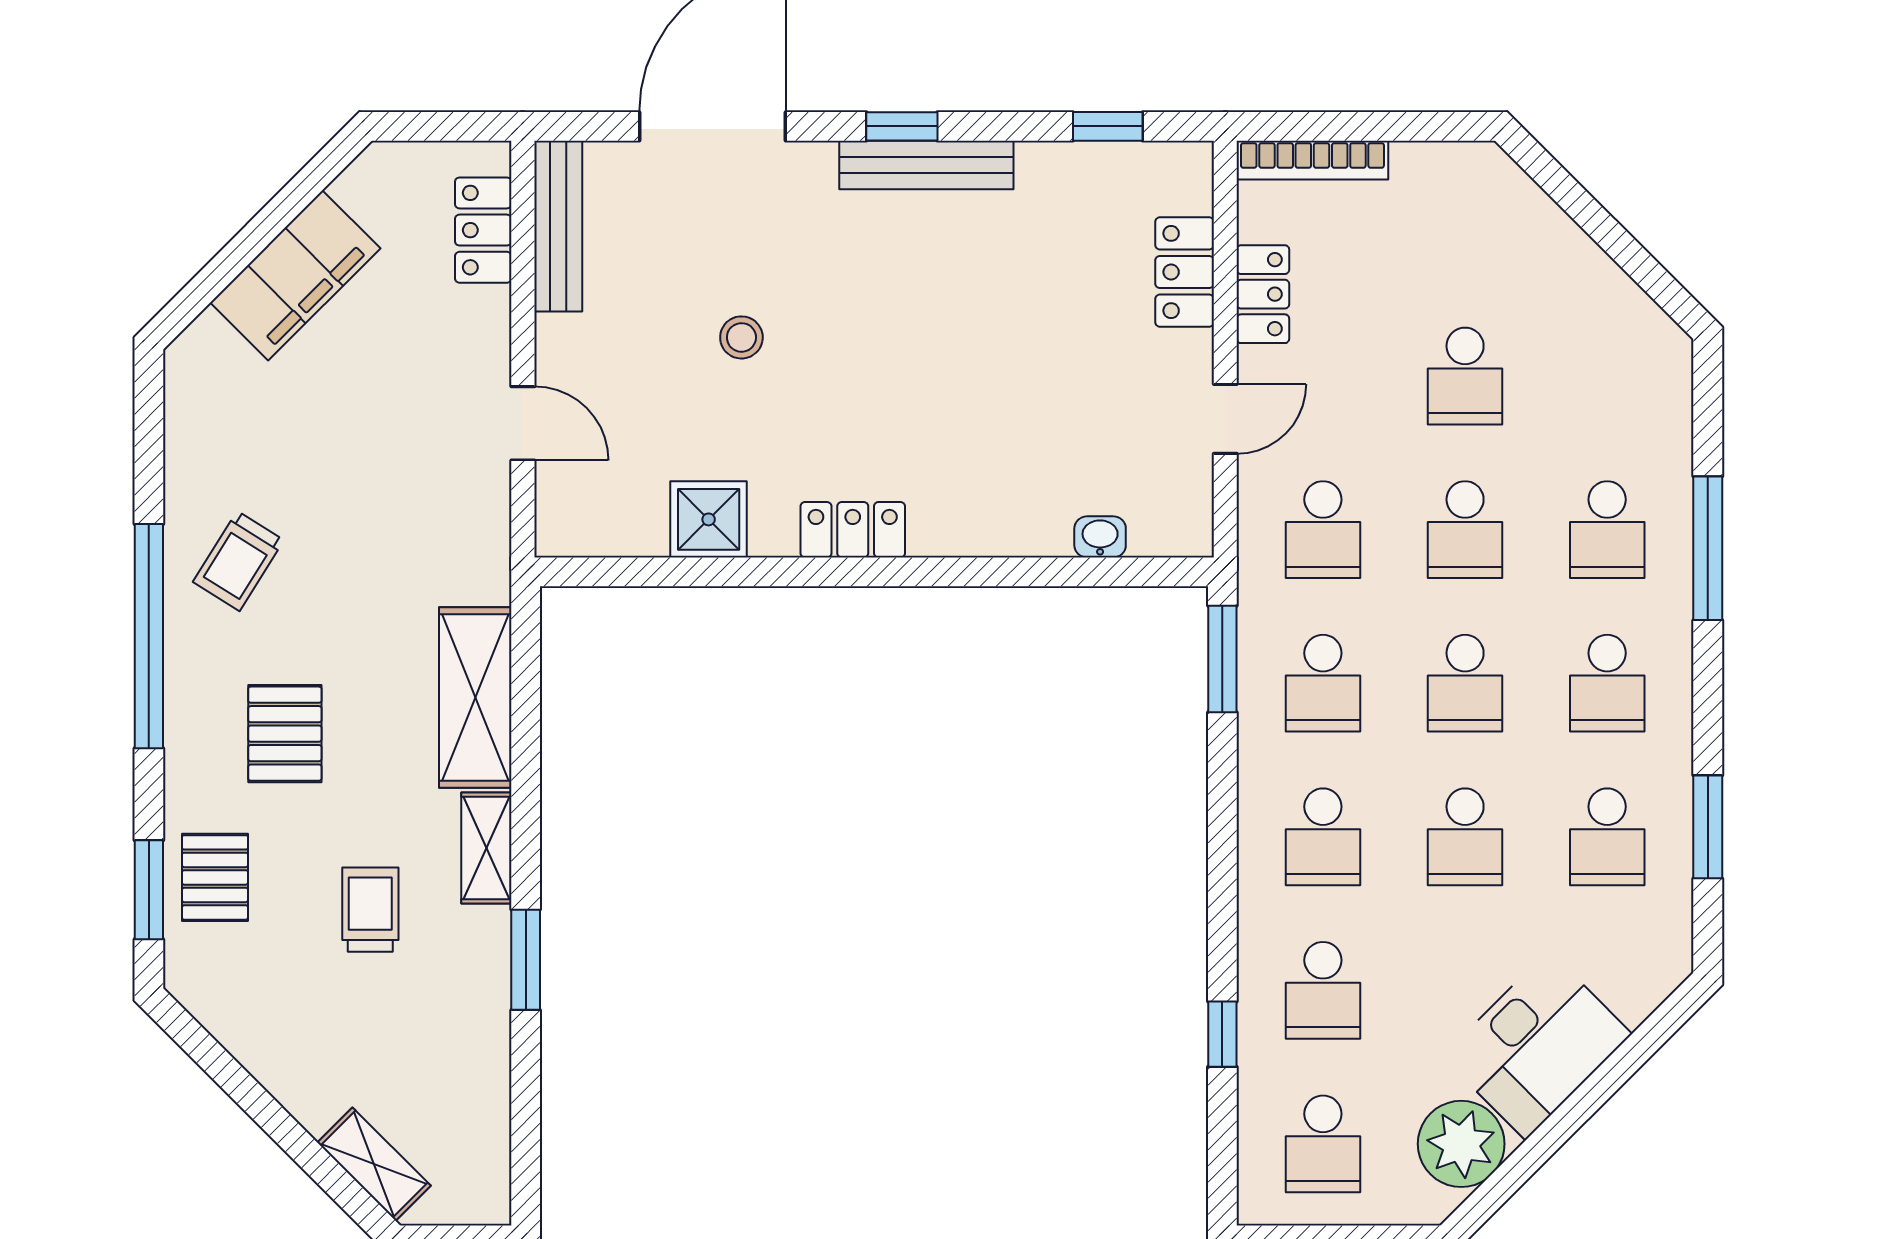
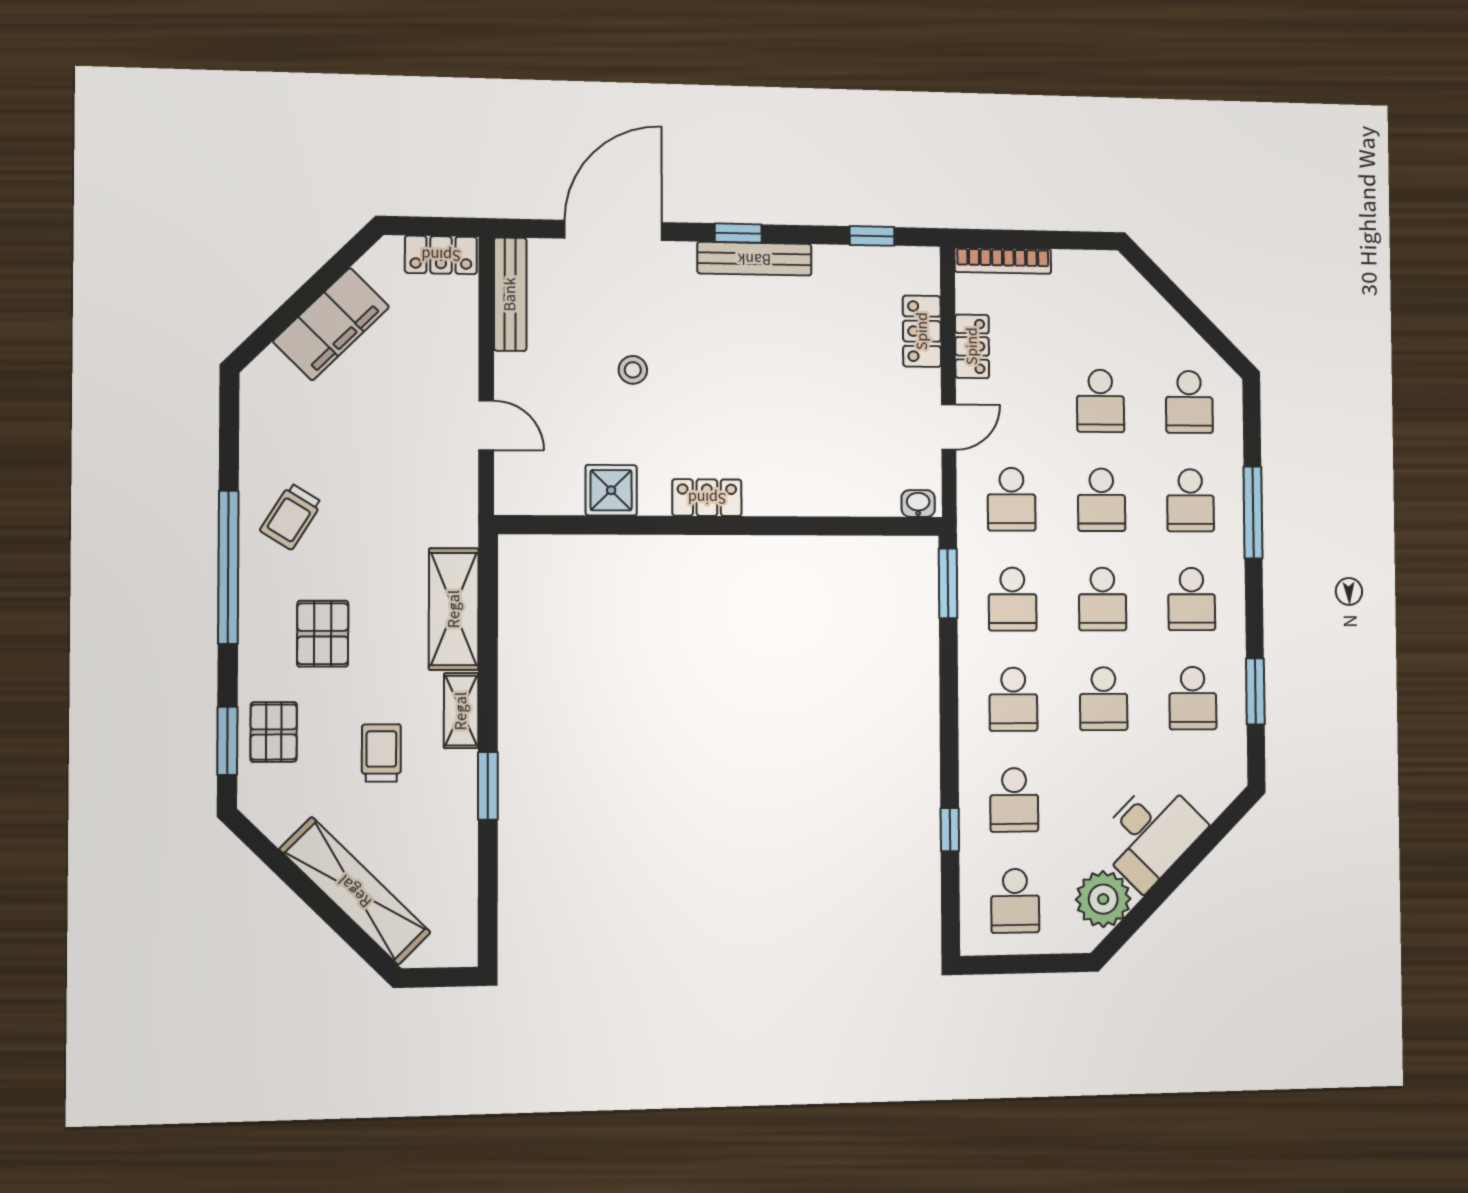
locker: (483, 230) -> (441, 255), moved, turned -90
school desk: (1607, 376) -> (1189, 402), added
washbasin: (1100, 537) -> (918, 503), moved
shelving: (374, 1164) -> (355, 891), width x2.20, depth x1.33

